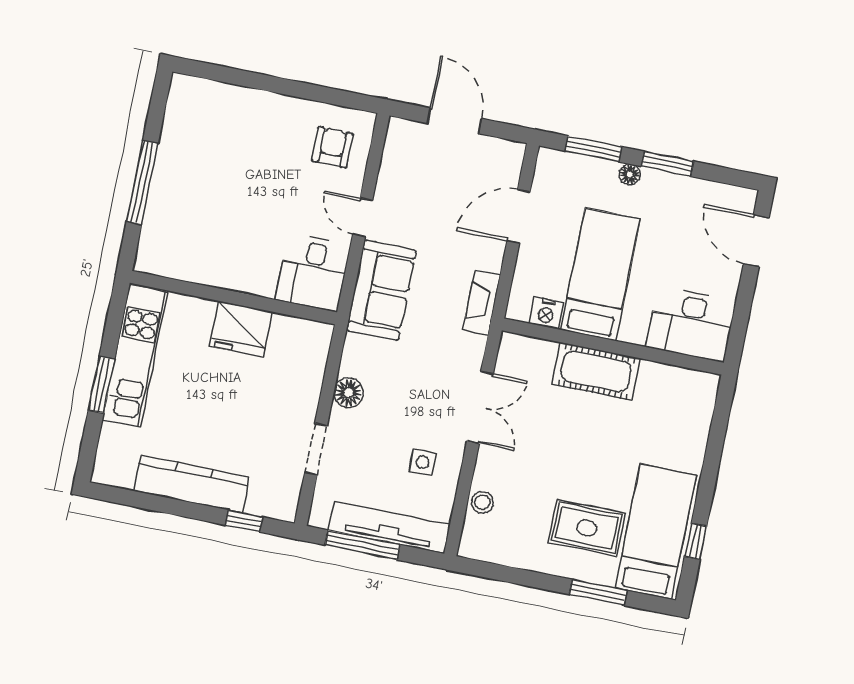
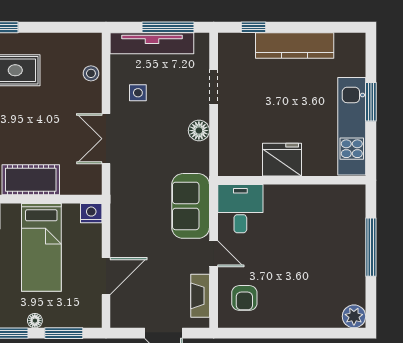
plant: (185, 91) -> (354, 316), added
fireplace: (482, 303) -> (200, 296), moved, turned 180
nightstand: (546, 313) -> (91, 213), moved

